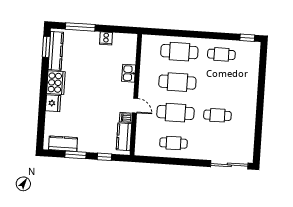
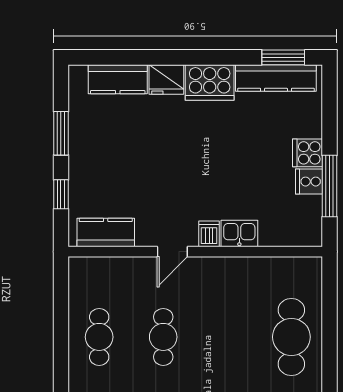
window: (80, 27) -> (330, 186), moved
cooker: (92, 38) -> (308, 153), added
cafe table: (177, 82) -> (227, 337), removed
cafe table: (175, 113) -> (163, 337), width x0.73, depth x0.74
dishwasher: (126, 117) -> (209, 234), moved
kitchen counter: (63, 144) -> (118, 79), moved, turned 90

